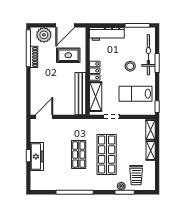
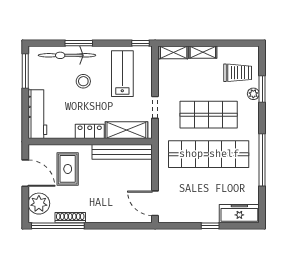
lab bench: (135, 94) -> (122, 74), turned 180
shop shelf: (79, 155) -> (209, 154), width x2.00, depth x1.36
freezer: (37, 156) -> (239, 214), moved

